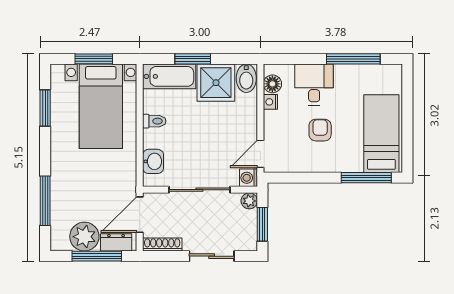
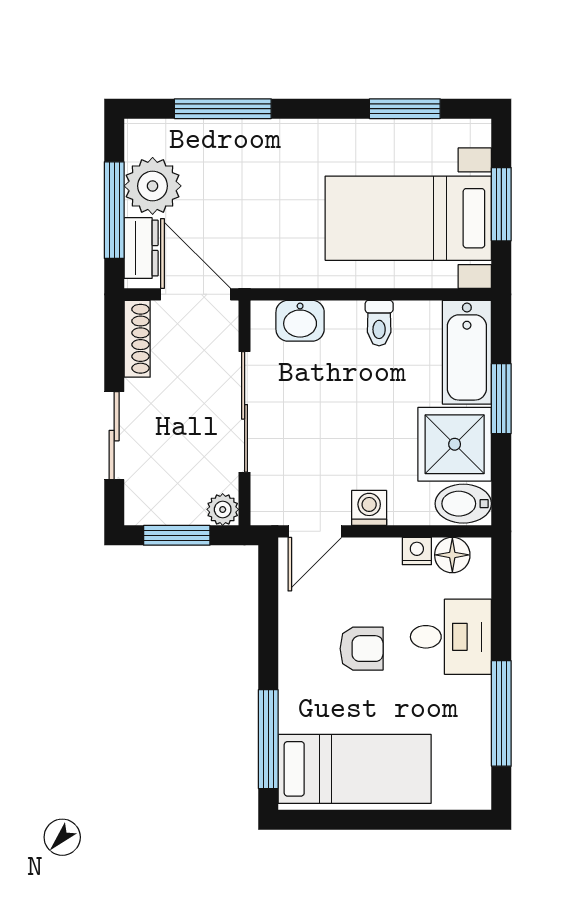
door: (260, 154) -> (315, 531), swing flipped
washing machine: (248, 178) -> (369, 508), moved

